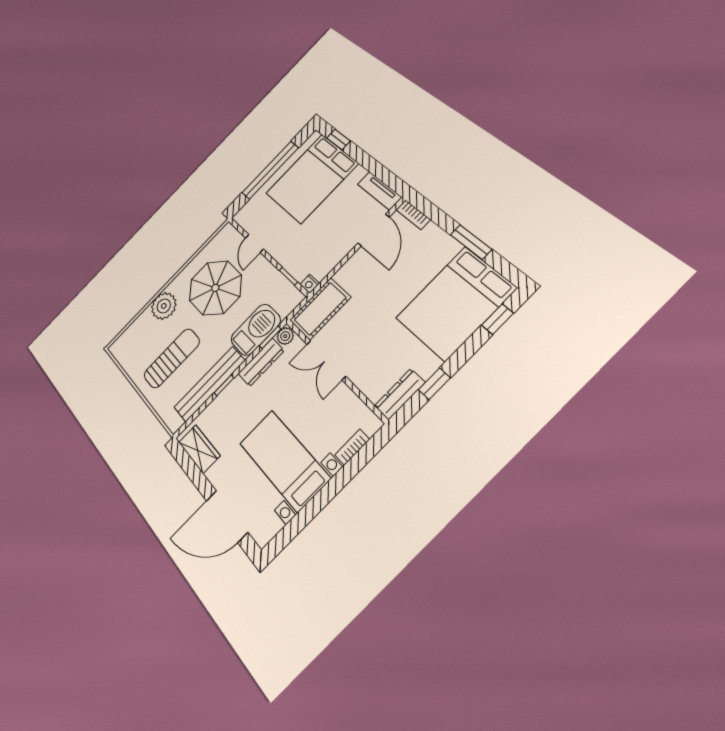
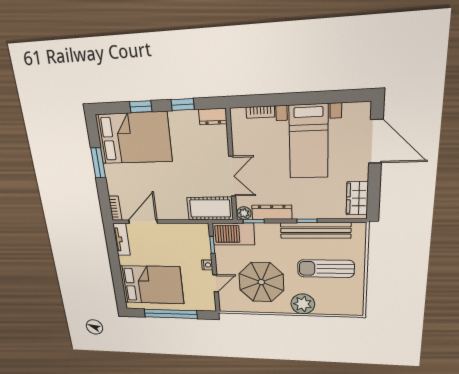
window: (338, 139) -> (119, 290), removed
nightstand: (310, 284) -> (207, 265), moved
window: (497, 319) -> (141, 107), moved
barbecue: (256, 330) -> (233, 234), moved
dresser: (400, 394) -> (213, 117), width x0.70

